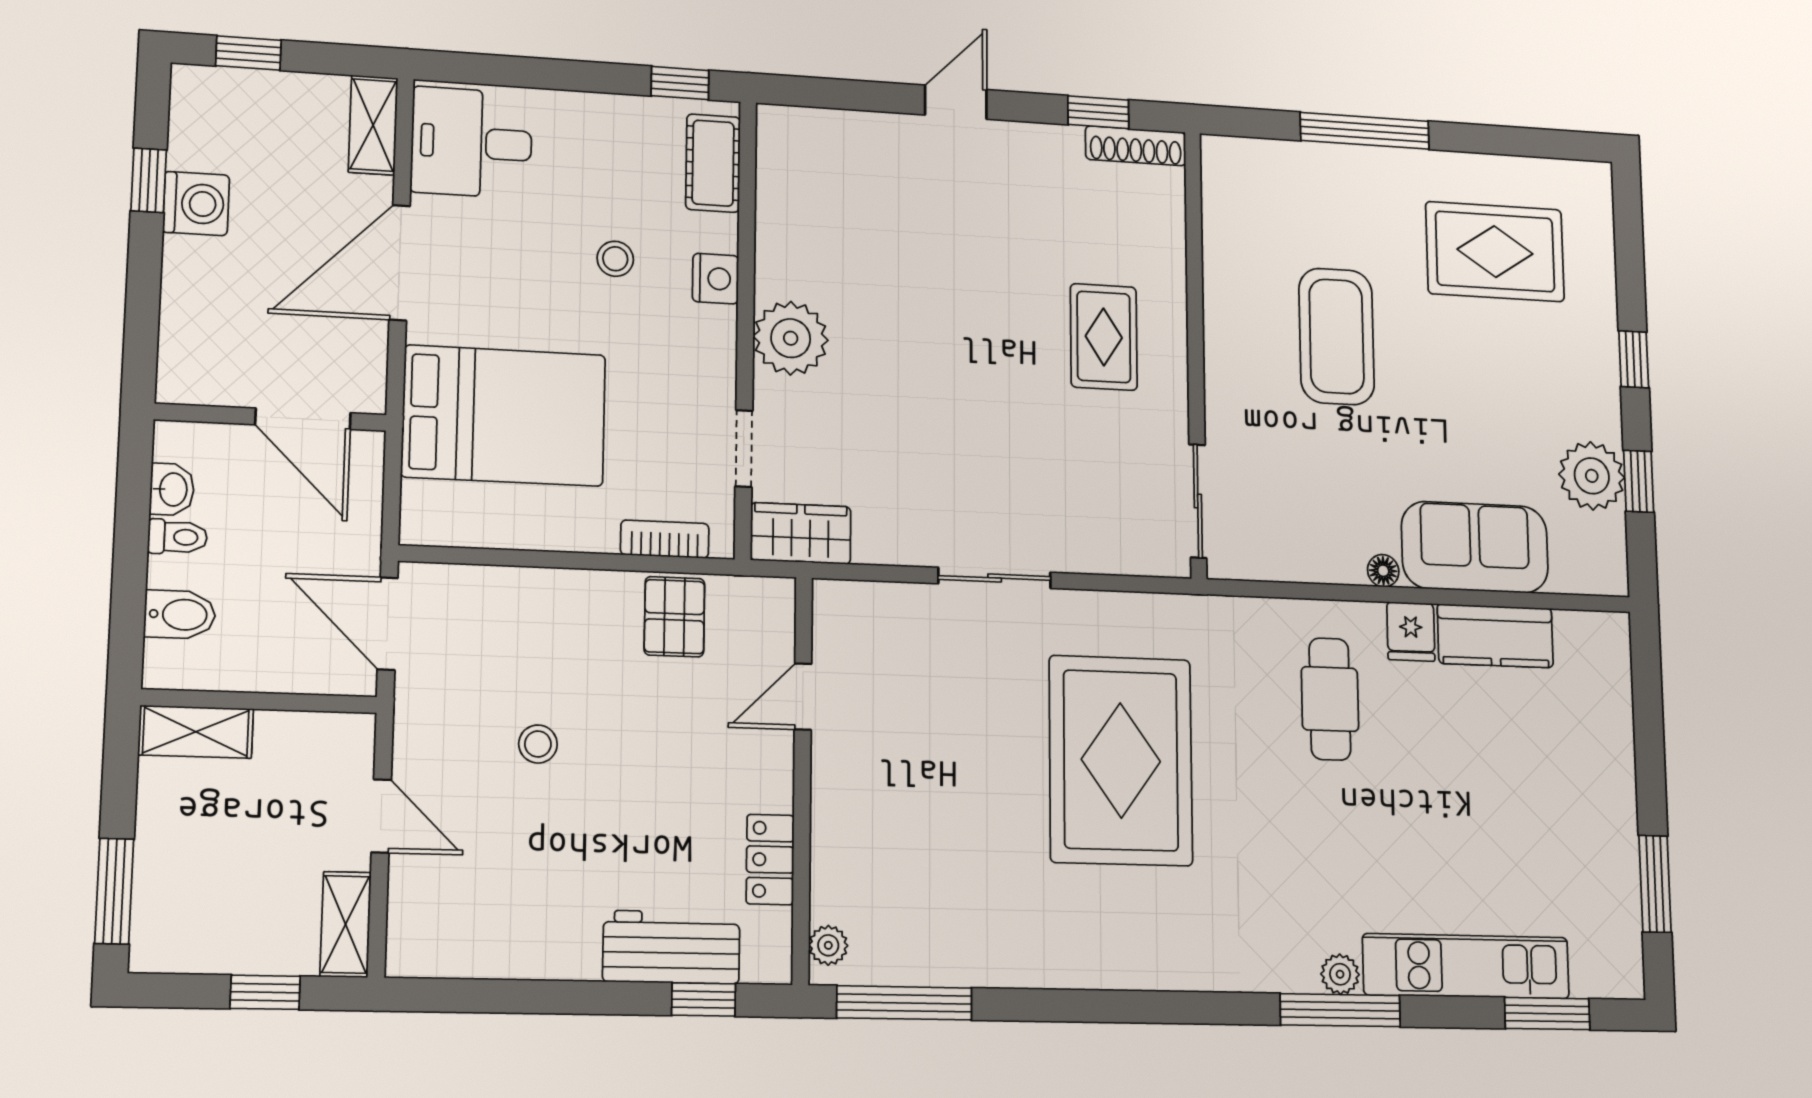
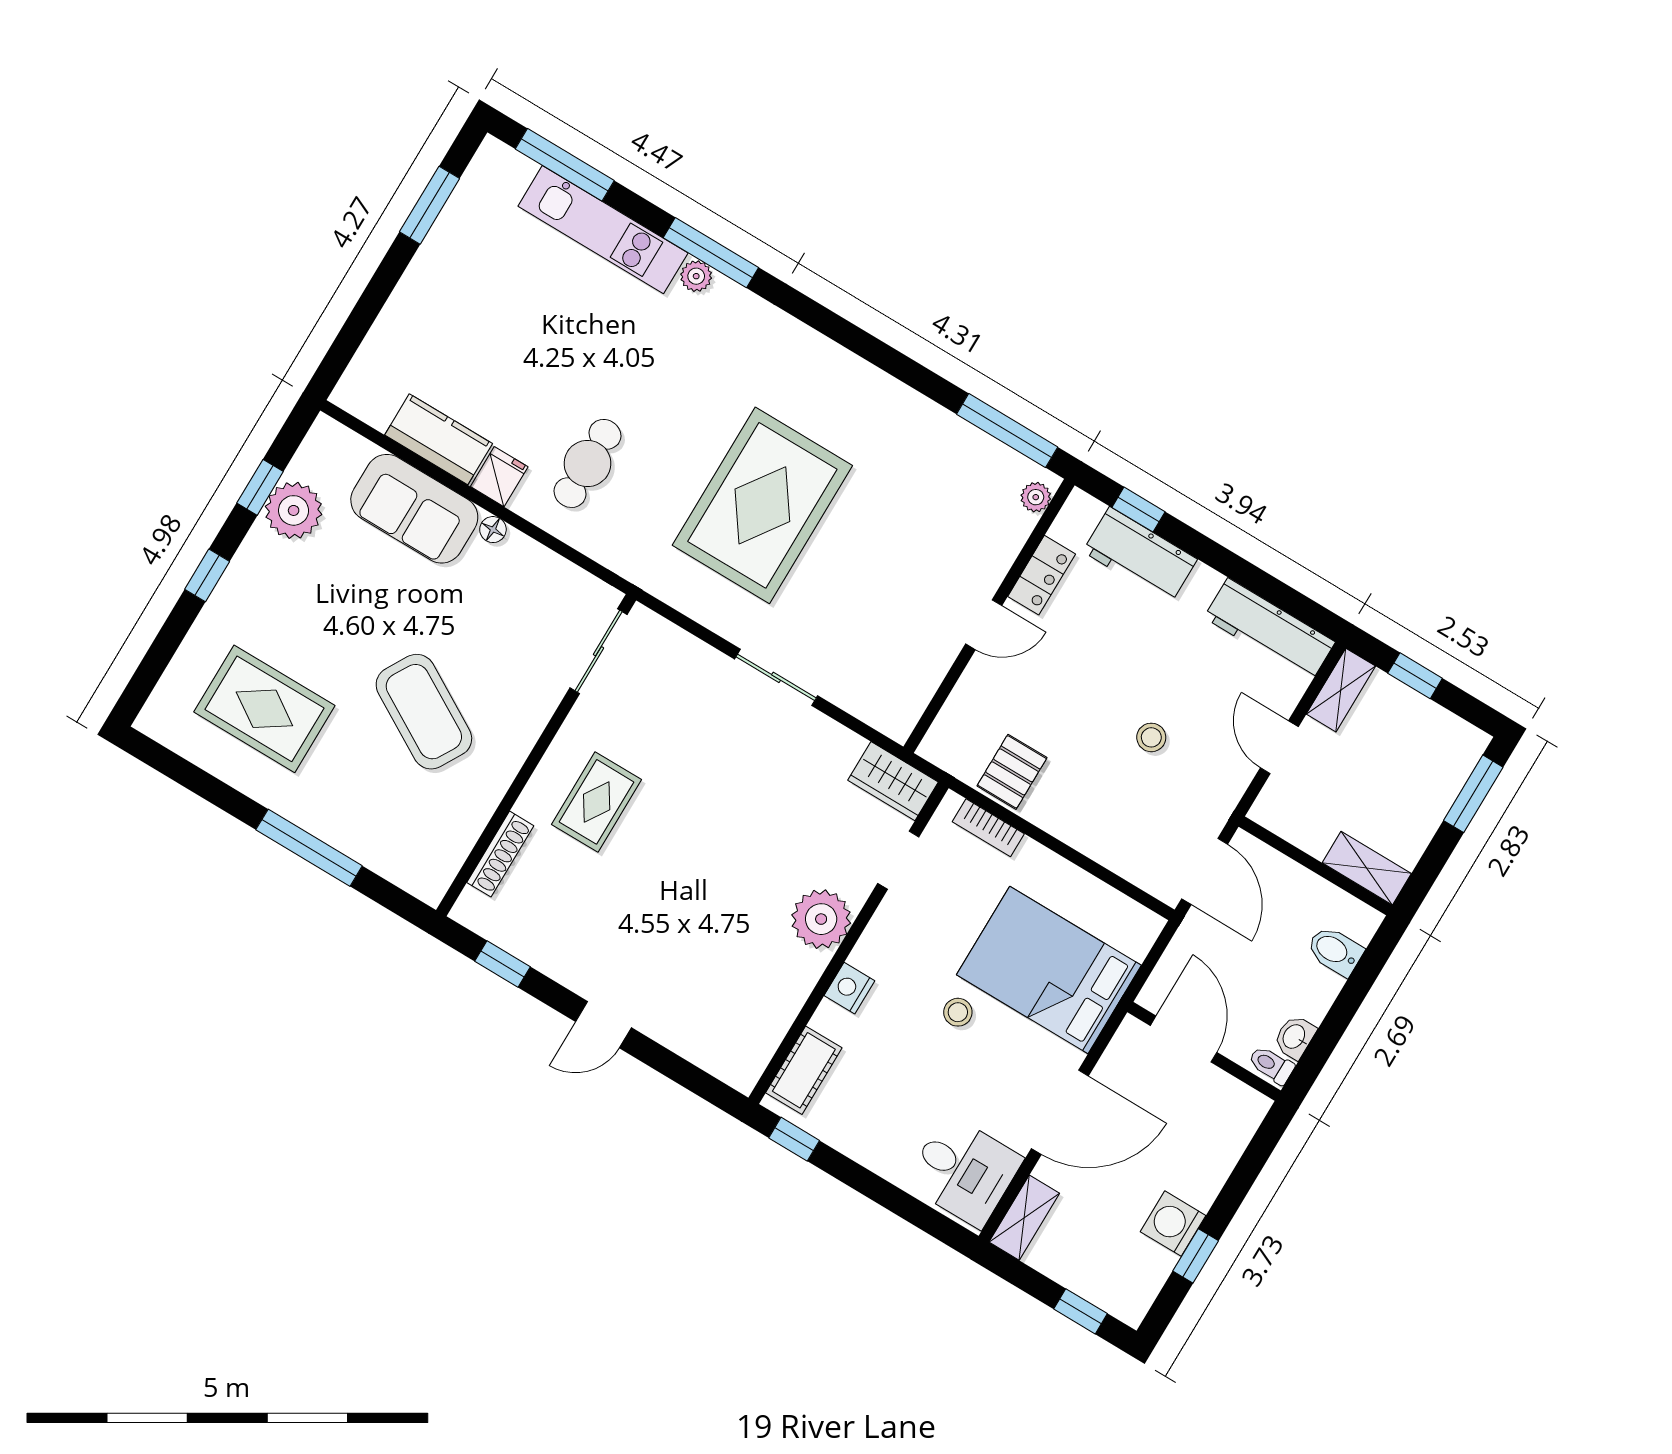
shoe rack: (1136, 146) -> (500, 854), moved, turned 90
stool: (615, 259) -> (958, 1012), moved
coffee table: (1337, 336) -> (424, 712), turned -60
toilet: (178, 537) -> (1271, 1065), moved
door: (803, 697) -> (984, 625), moved
workbench: (471, 947) -> (1270, 630), added
window: (1547, 1014) -> (565, 165), width x1.44

